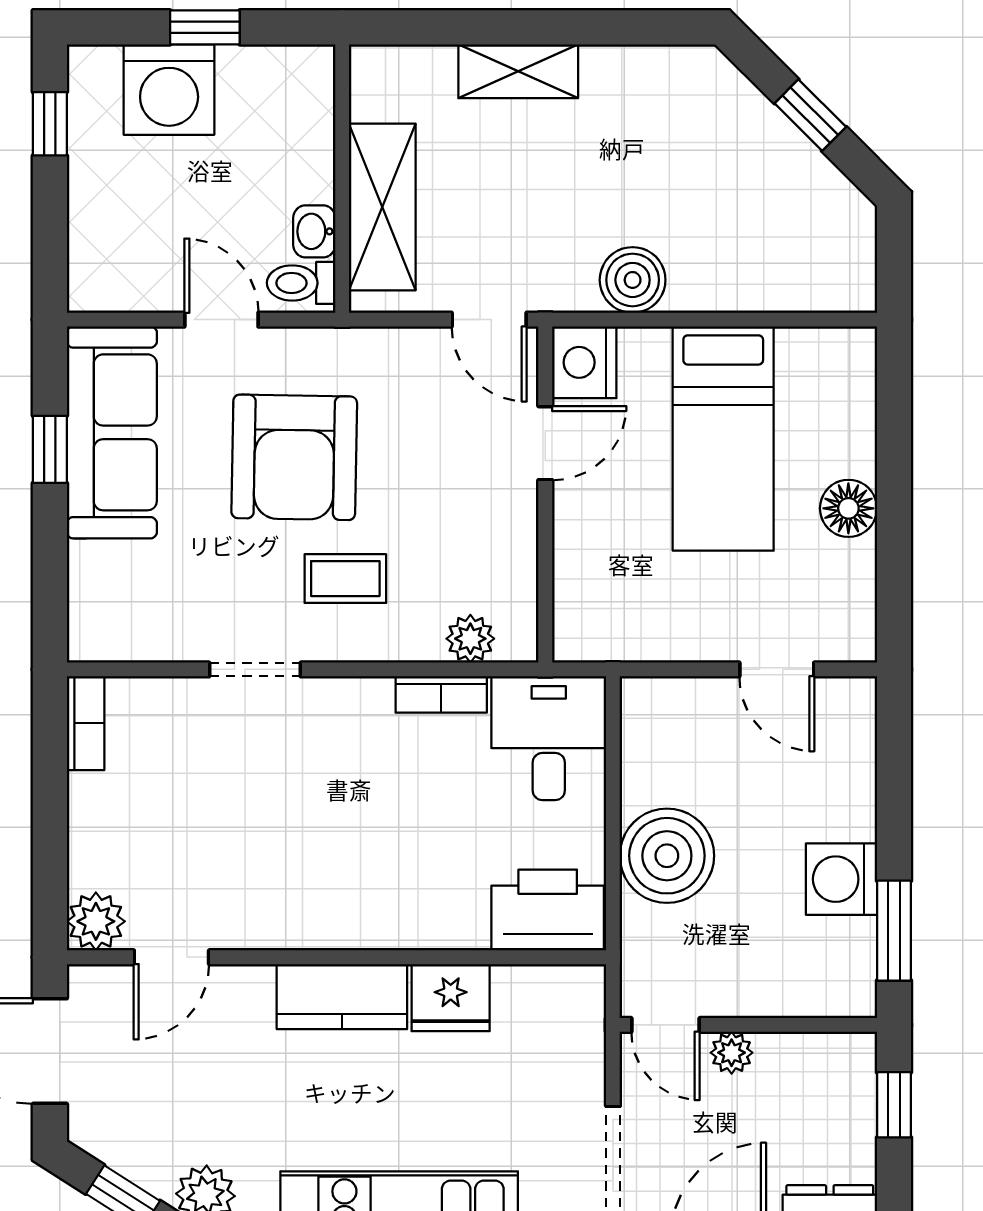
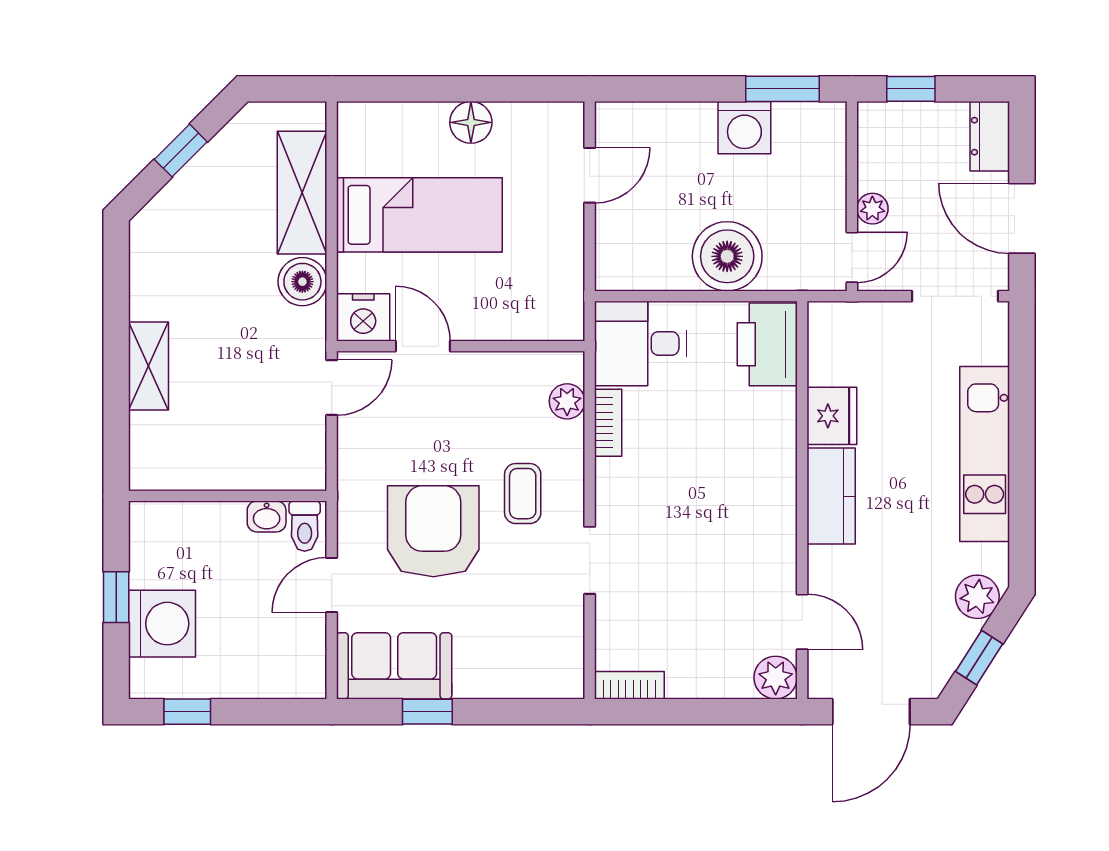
shelving: (382, 207) -> (302, 193), moved, turned 90
sofa: (112, 432) -> (394, 666), width x0.73
armchair: (294, 457) -> (433, 531), turned -91

